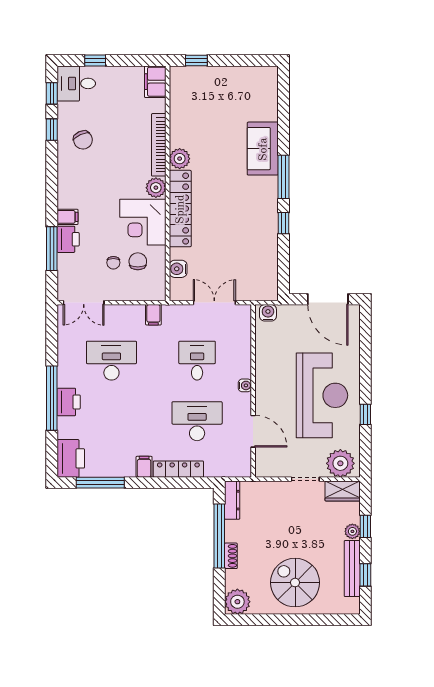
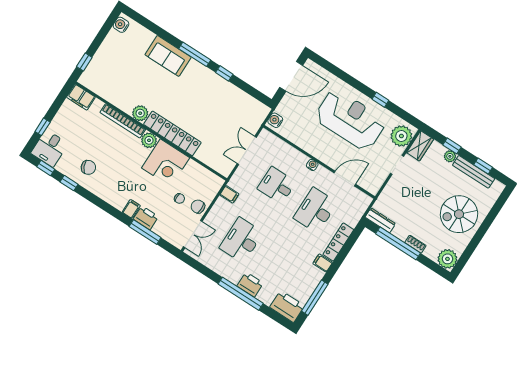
chair: (138, 261) -> (198, 207), moved
water cooler: (178, 269) -> (121, 25), moved, turned 90

